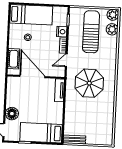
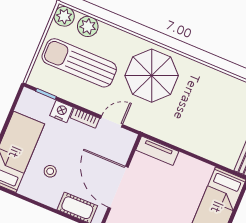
door: (66, 60) -> (112, 121), swing flipped
door: (32, 77) -> (118, 187), hinge flipped
parasol: (89, 83) -> (152, 76), moved

